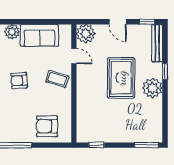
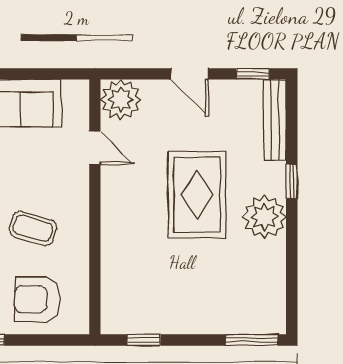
coffee table: (57, 79) -> (33, 228), moved

